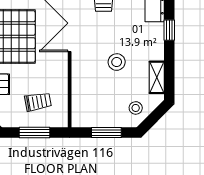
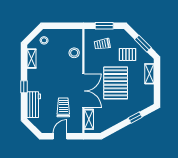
stool: (117, 62) -> (74, 53), moved
window: (106, 133) -> (61, 26), removed

